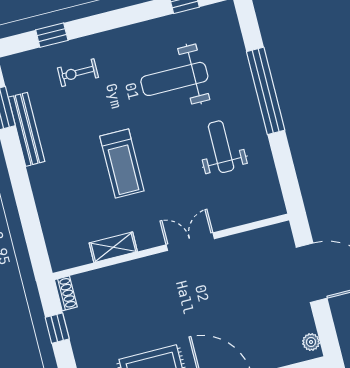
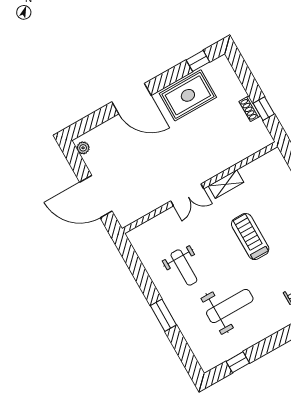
window: (266, 91) -> (163, 315), width x0.47
shelving: (113, 247) -> (226, 184), moved
shoe rack: (66, 293) -> (250, 109), moved

